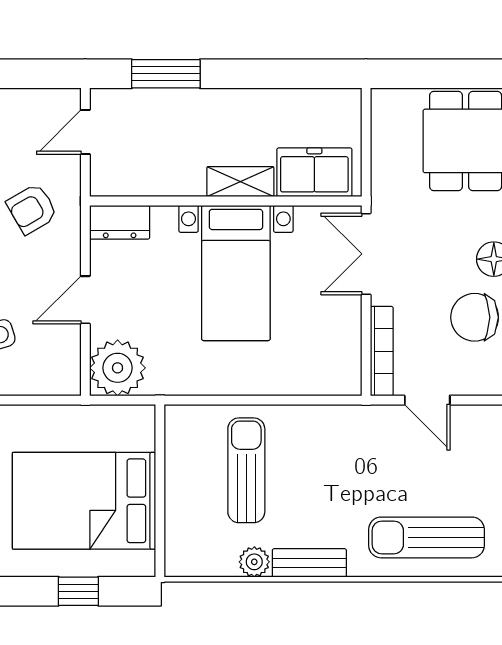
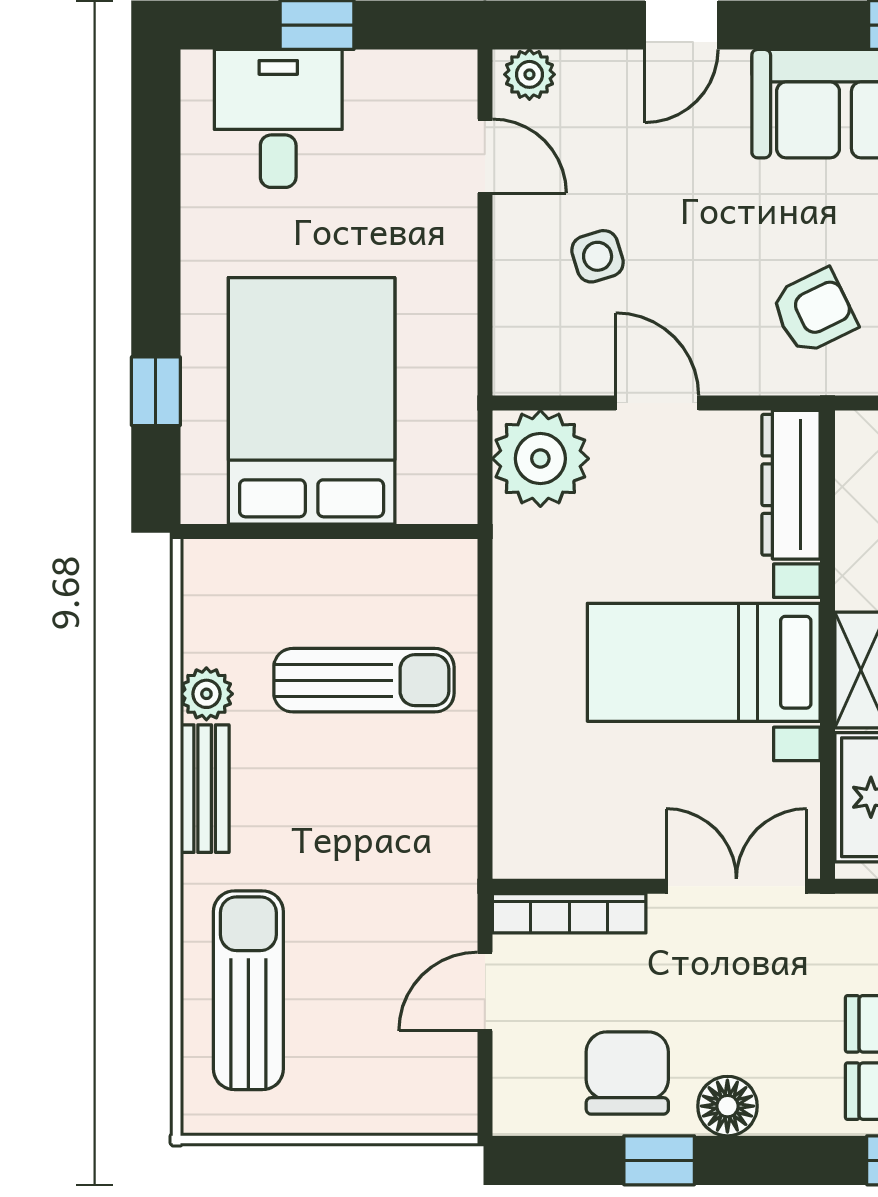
armchair: (32, 209) -> (814, 311), turned 94
dresser: (120, 222) -> (791, 485), width x1.44

